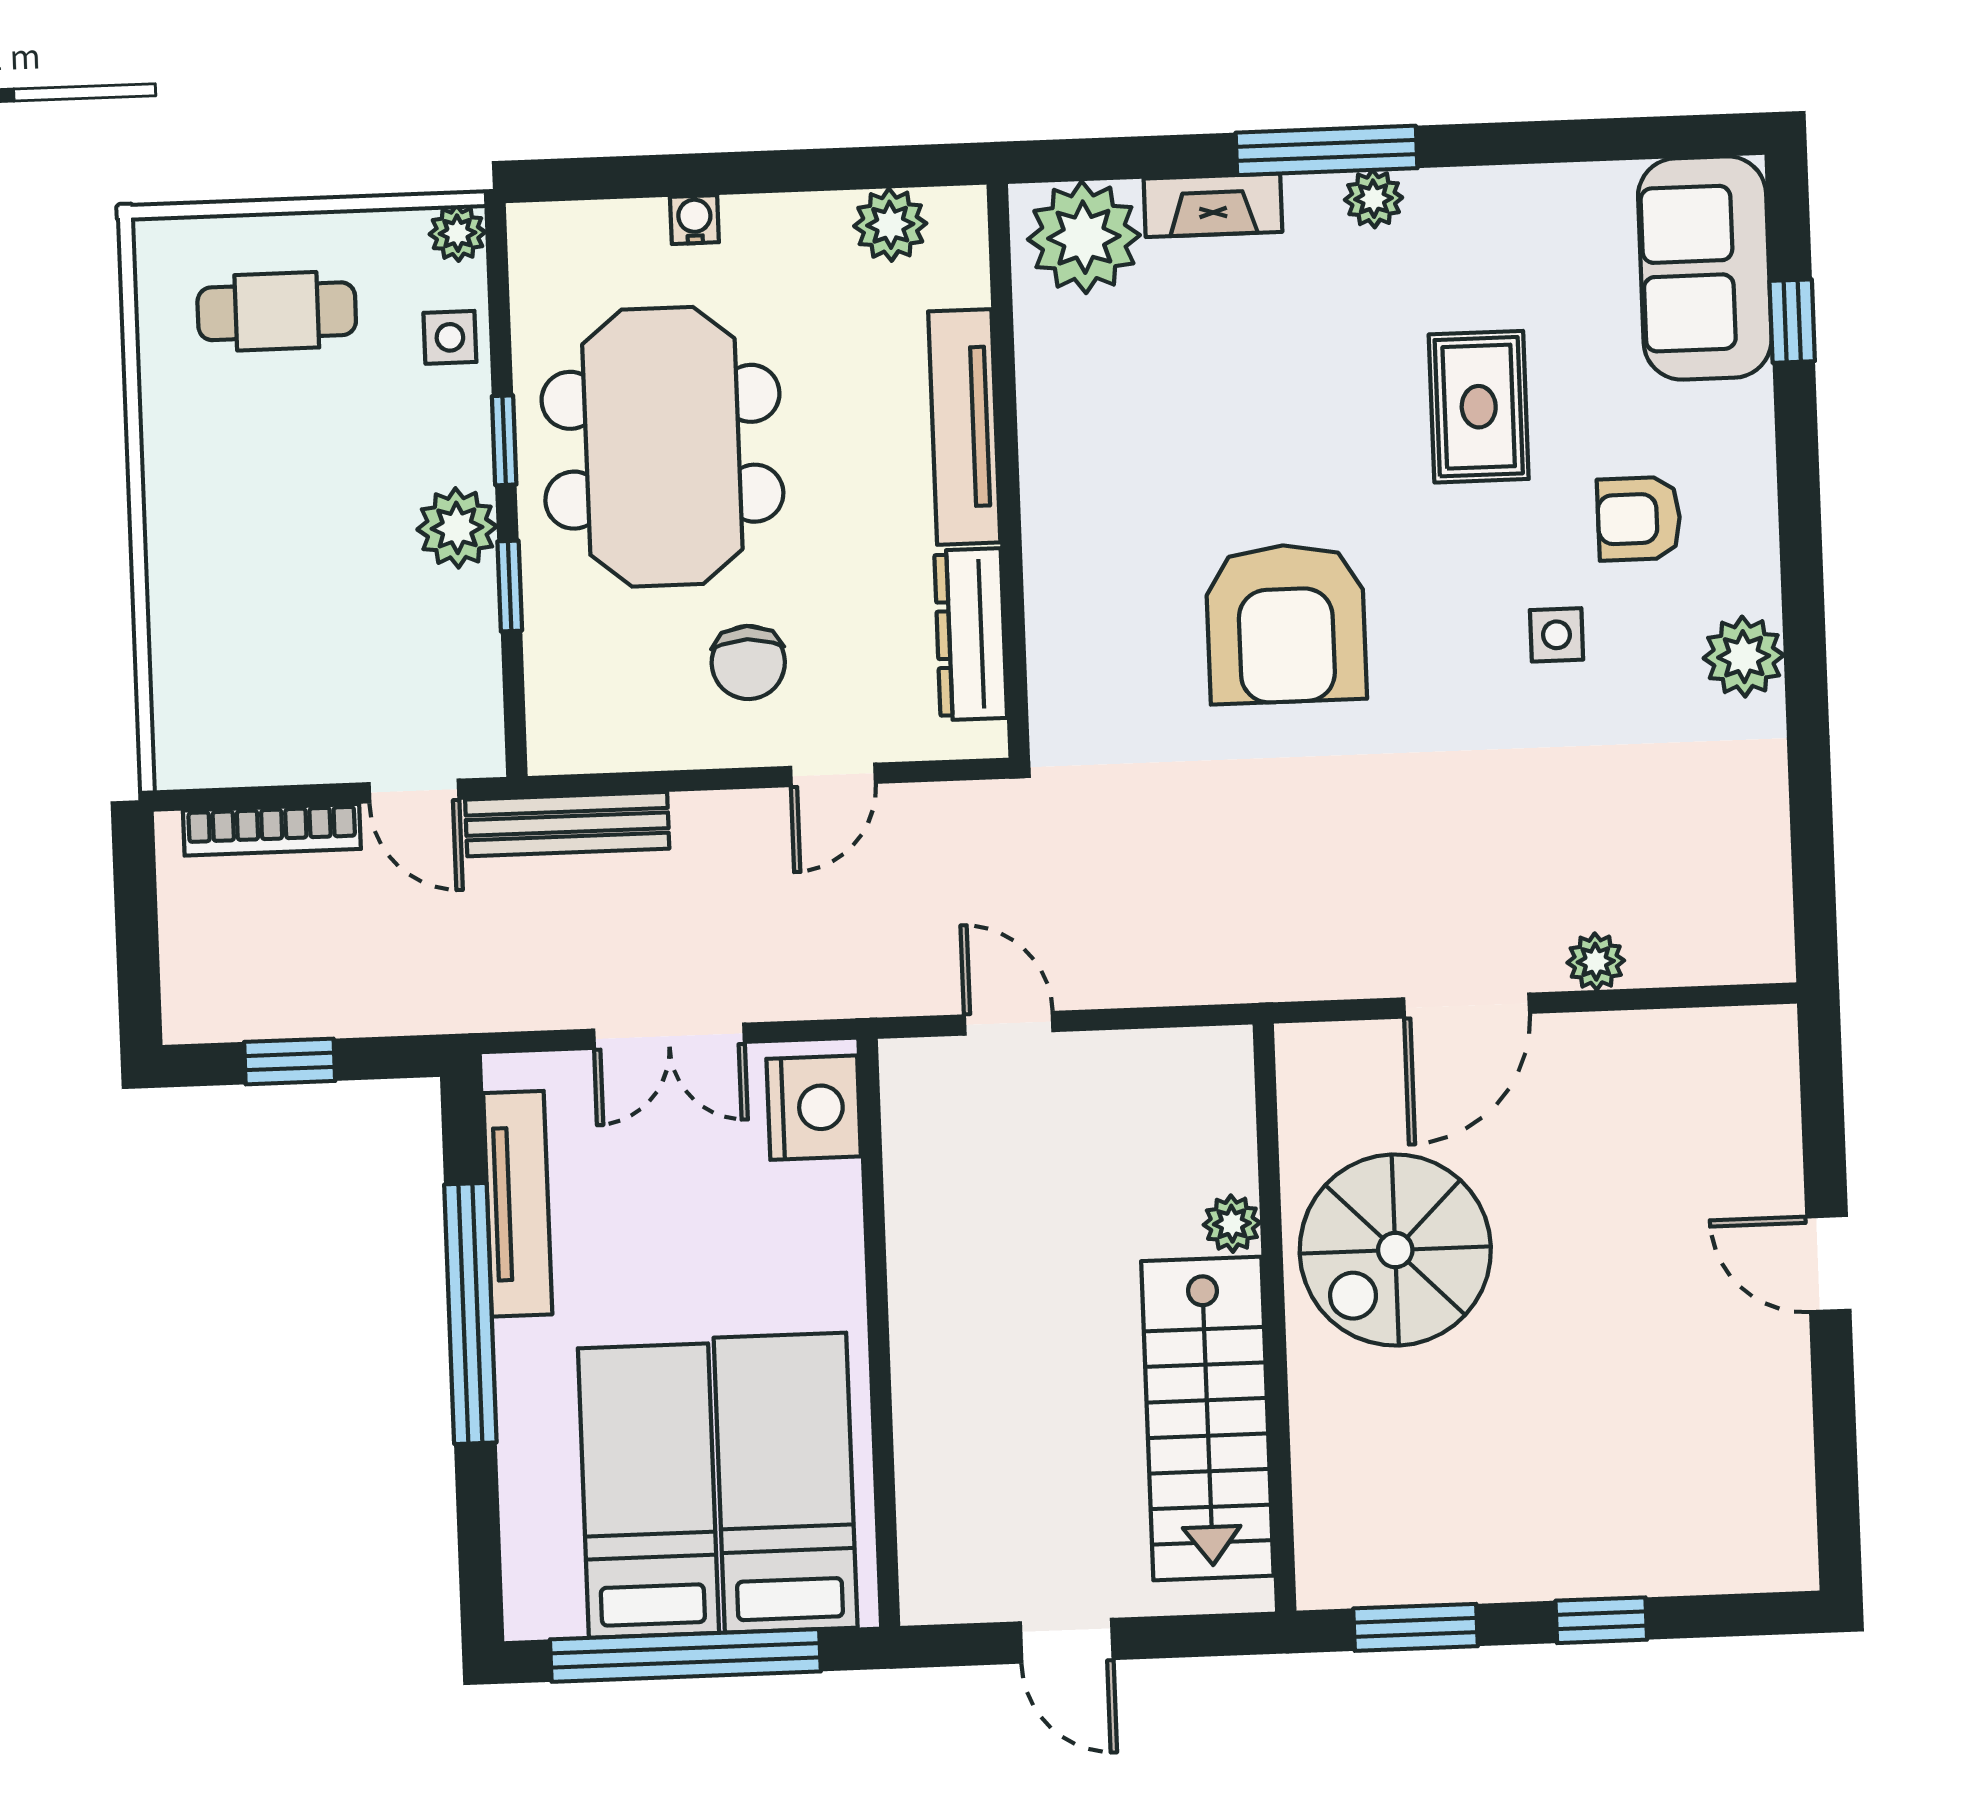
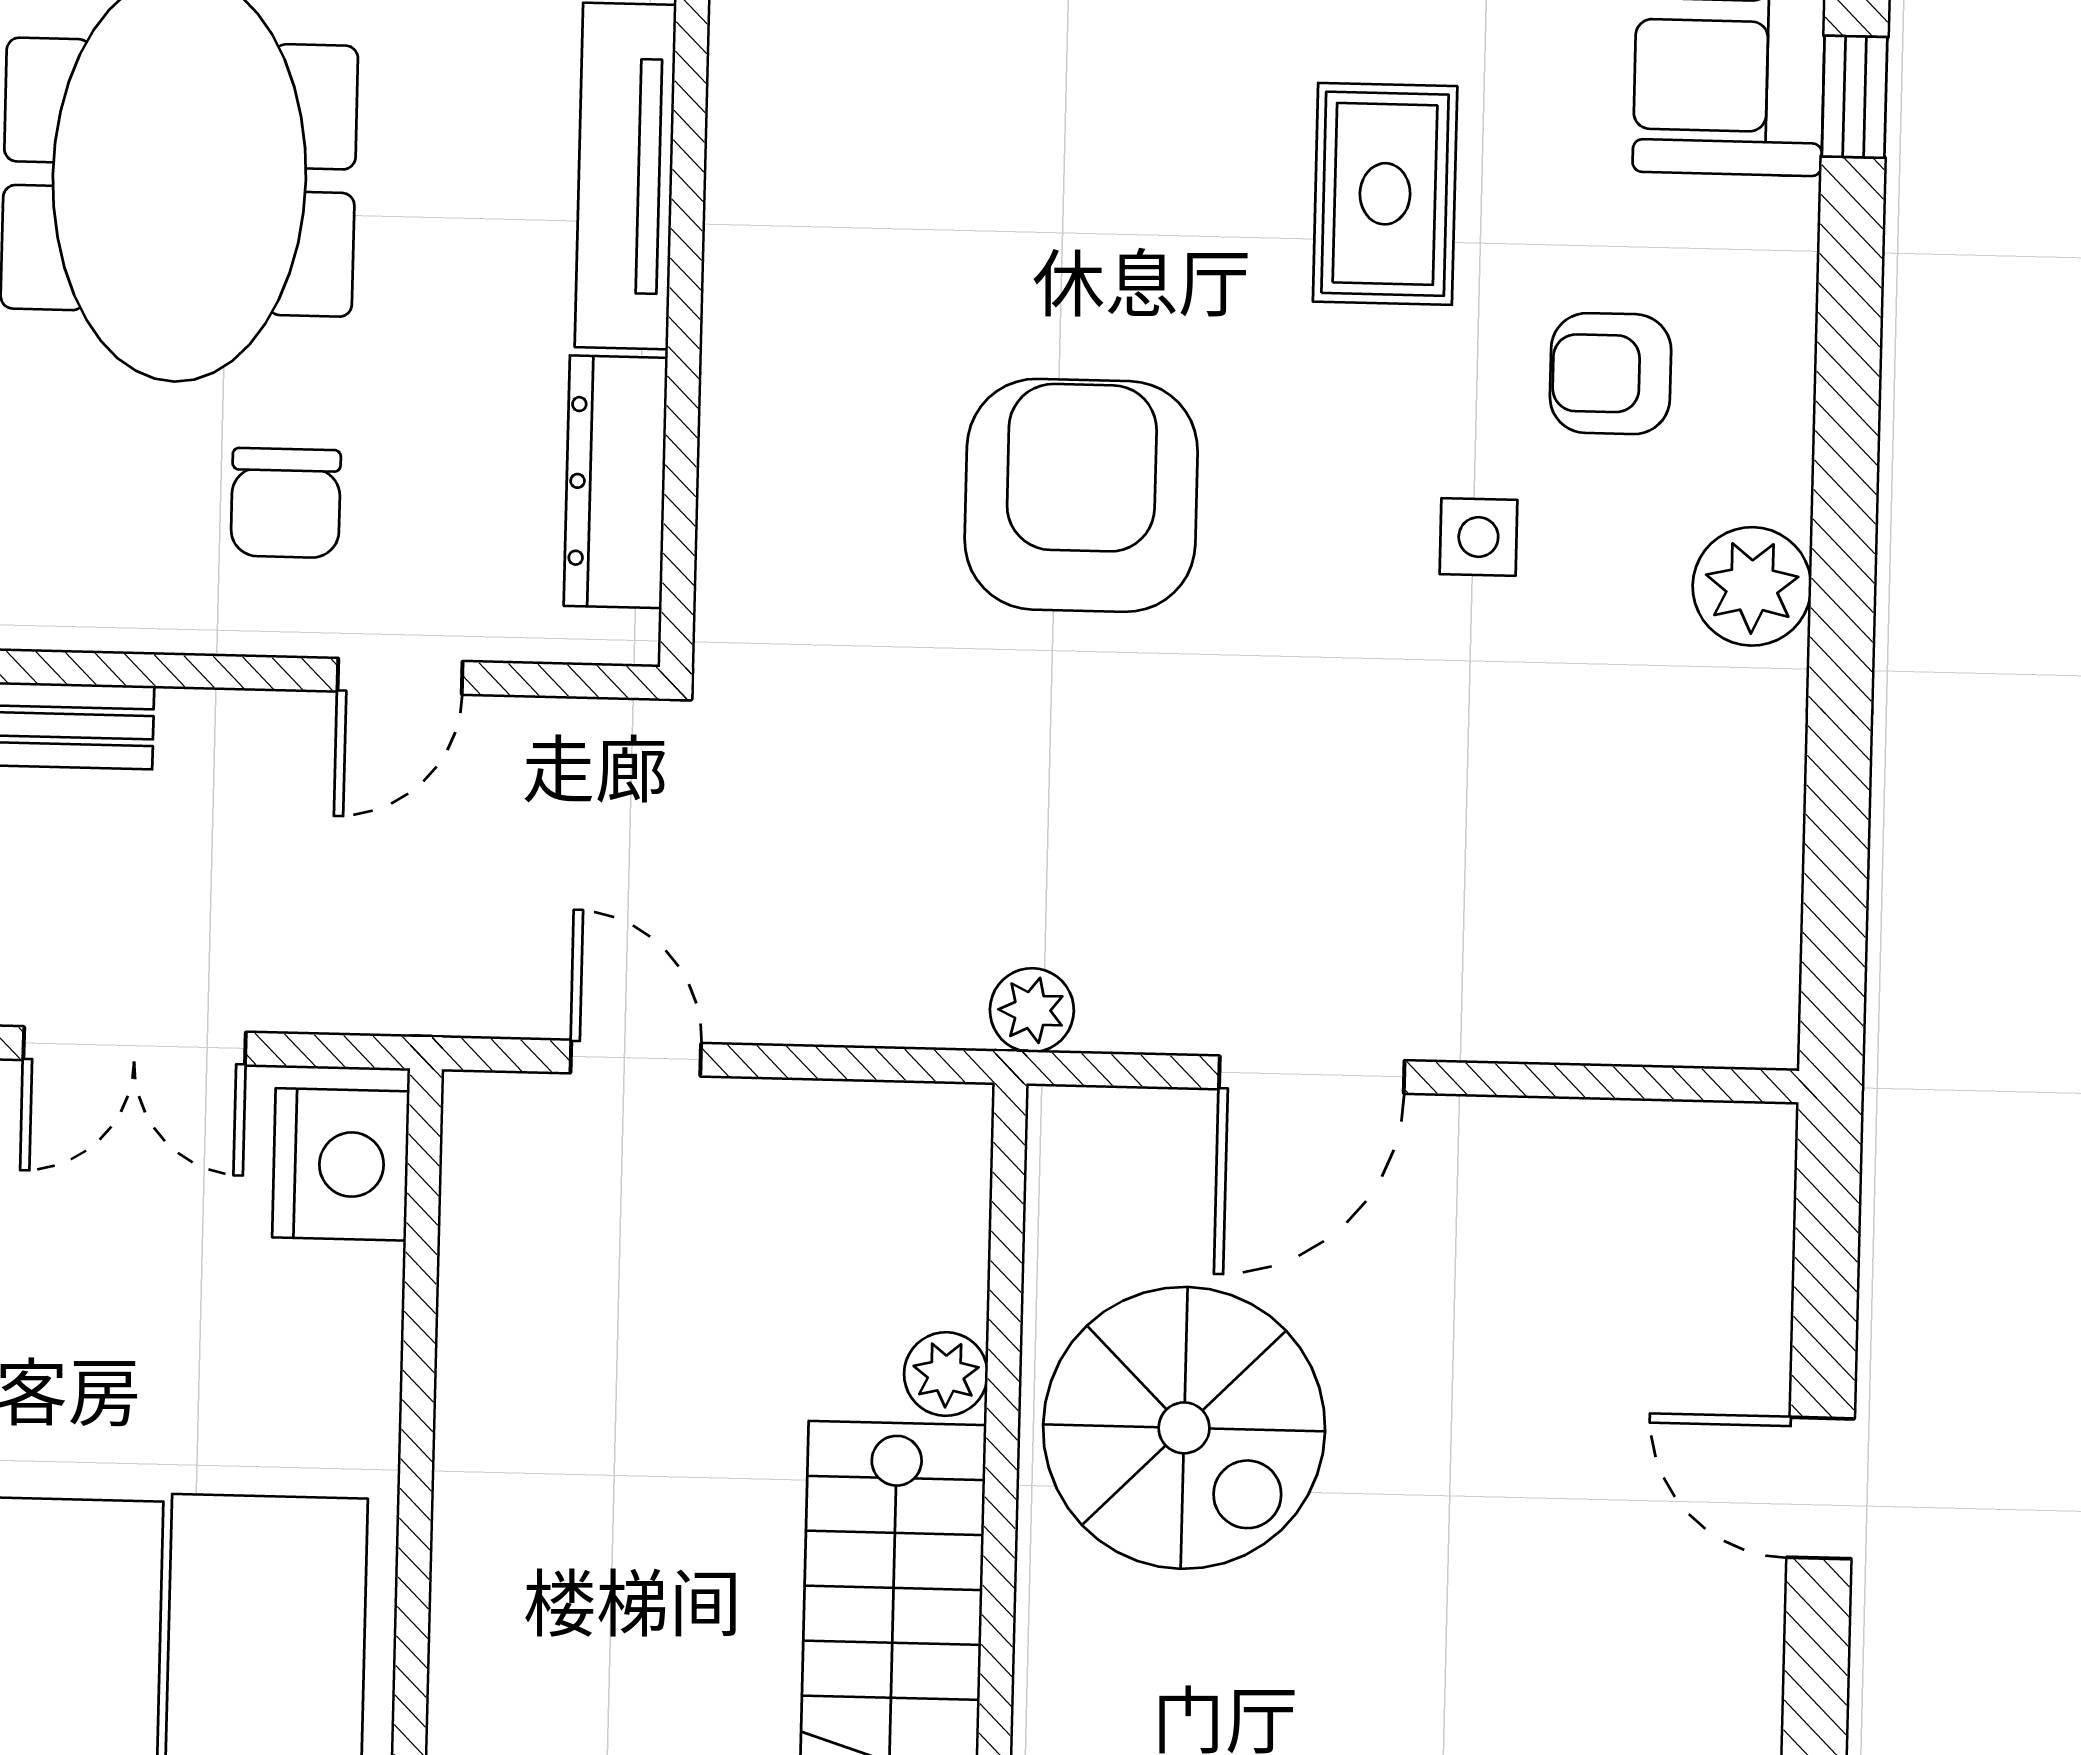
armchair: (1286, 624) -> (1081, 495), turned 180
plant: (1596, 962) -> (1032, 1010), moved
spiral stairs: (1395, 1250) -> (1184, 1428), turned -90

